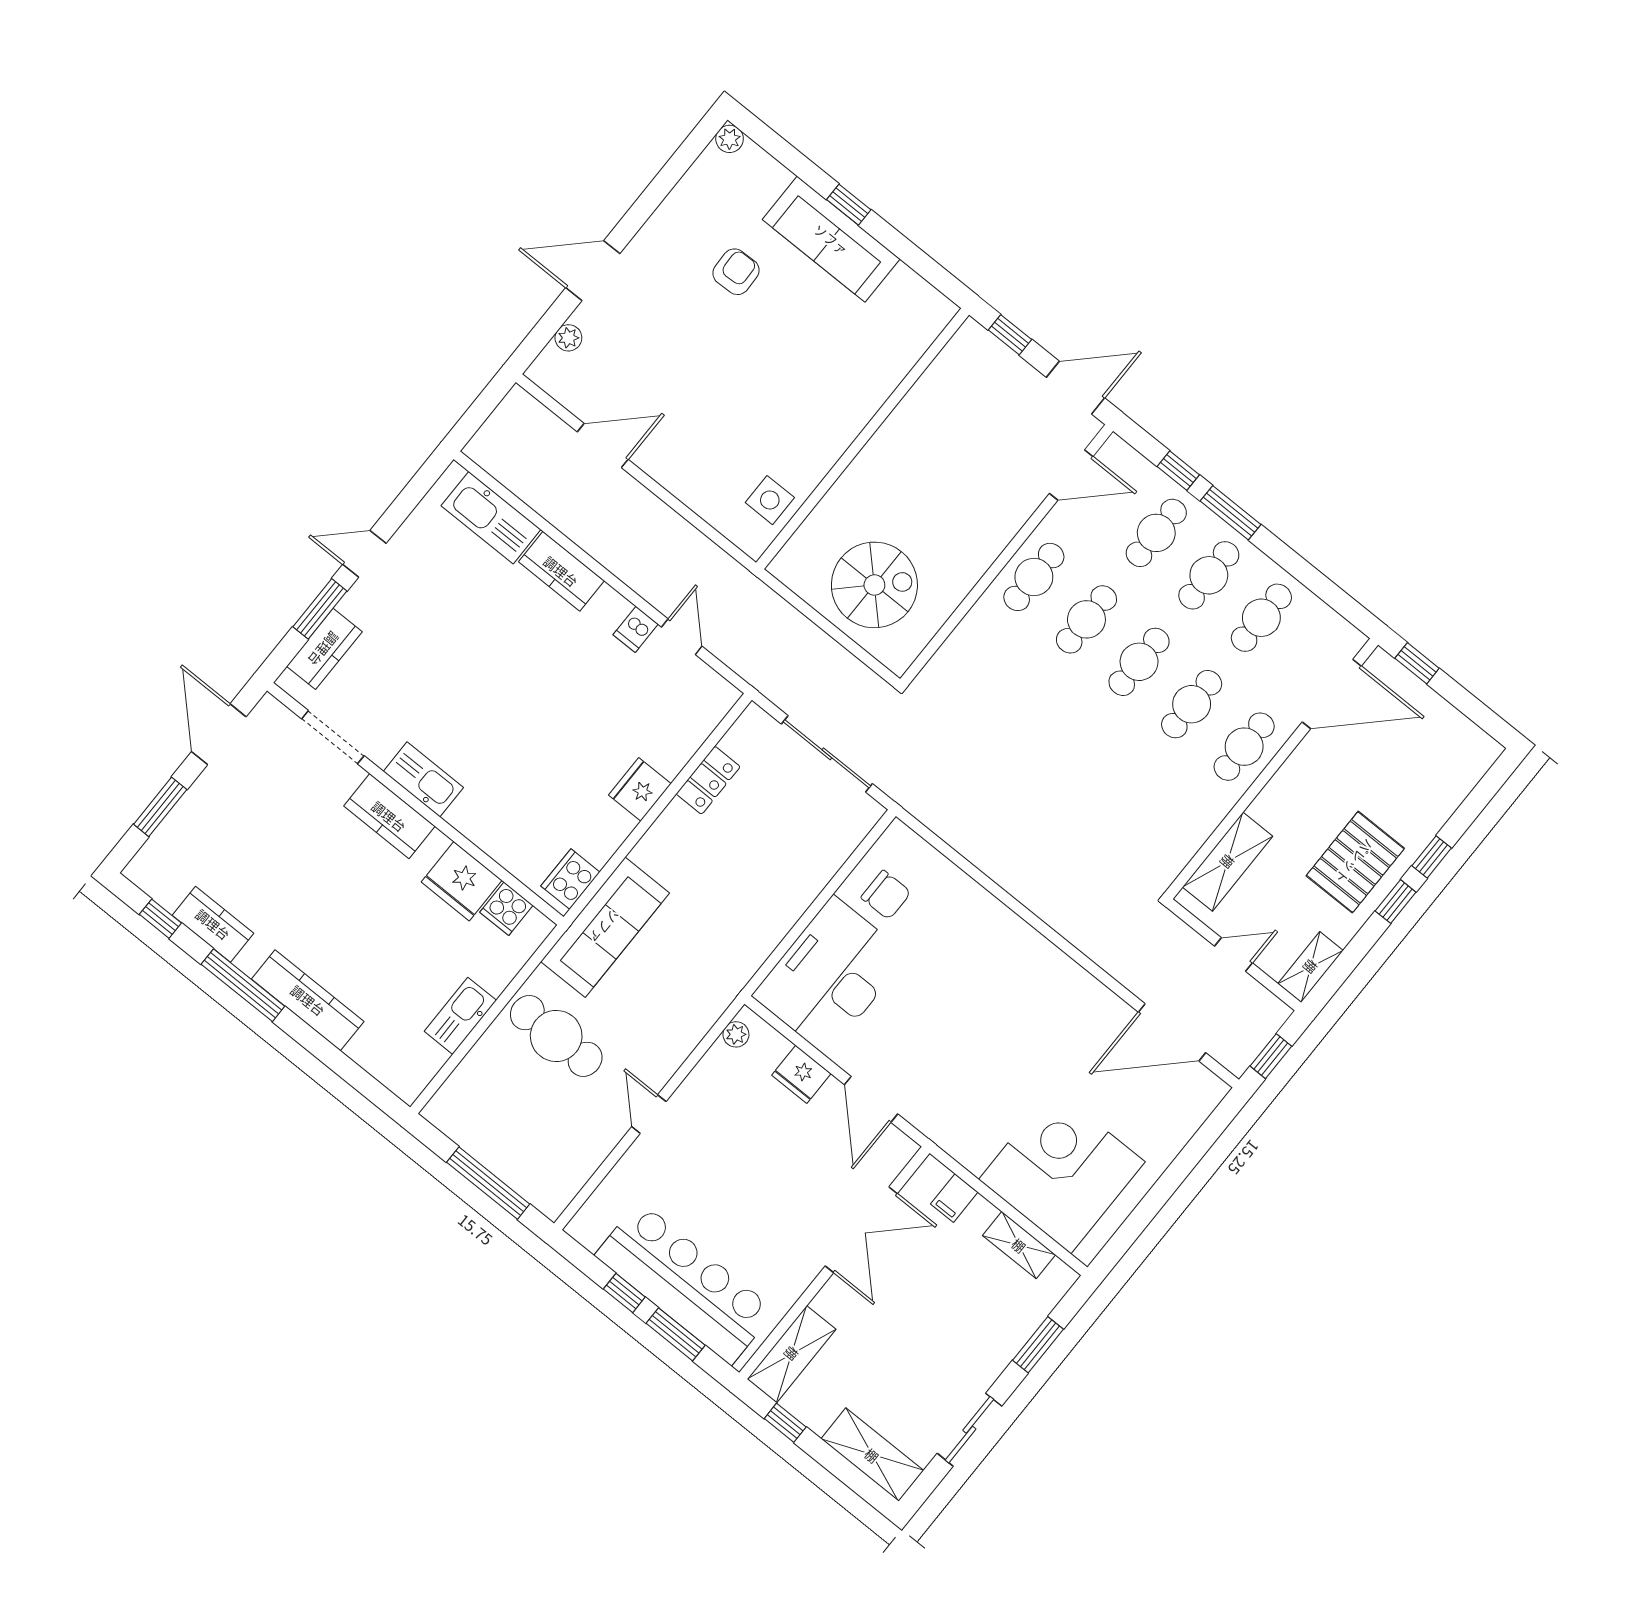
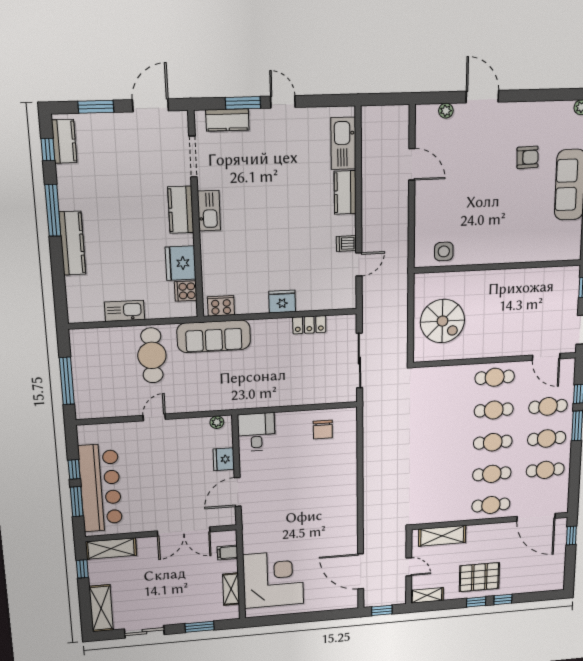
kitchen counter: (213, 924) -> (64, 141), moved
desk: (830, 976) -> (256, 432), width x0.53, depth x0.77

